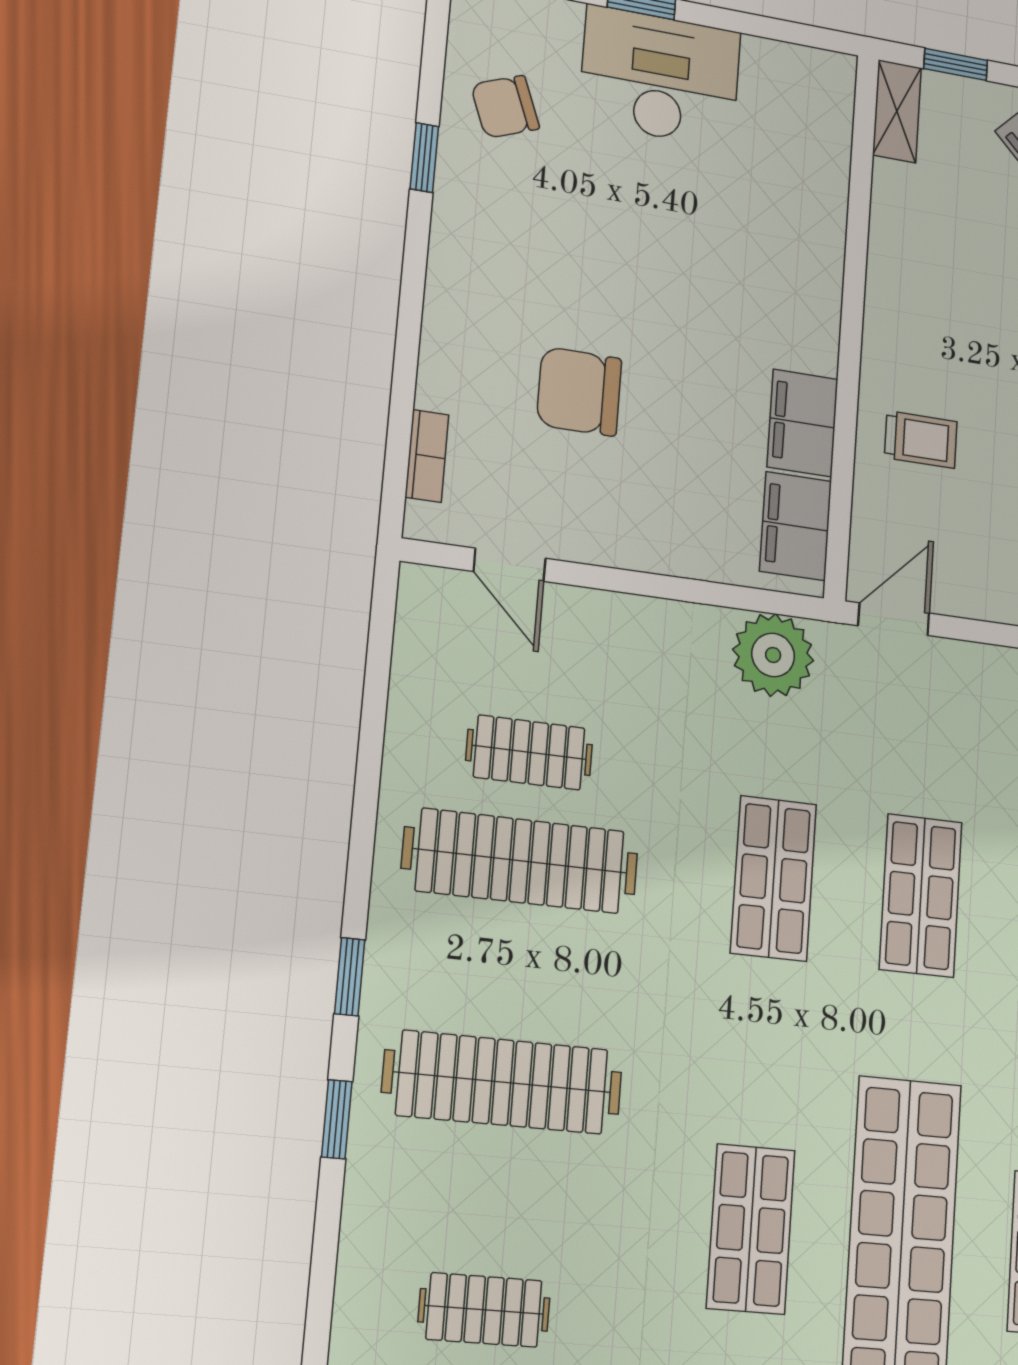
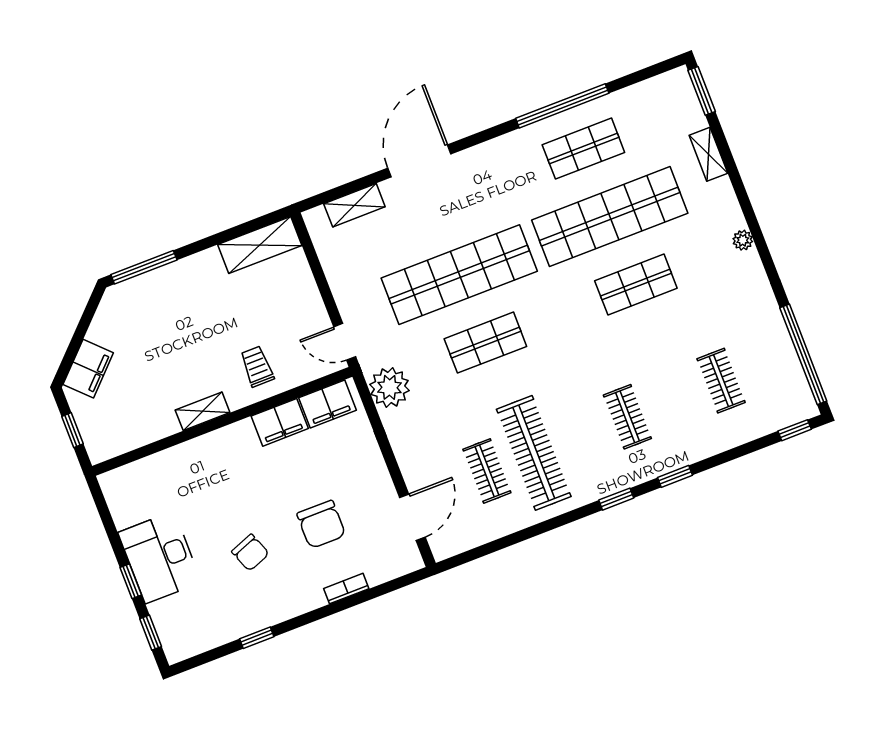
chair: (505, 107) -> (250, 553), moved
shelving: (897, 111) -> (203, 411), moved
bookcase: (427, 456) -> (346, 589), moved
door: (510, 565) -> (412, 517), width x1.38
shop shelf: (921, 896) -> (459, 275), width x2.00, depth x1.36
clothes rail: (503, 1082) -> (627, 417), width x0.54, depth x0.76

